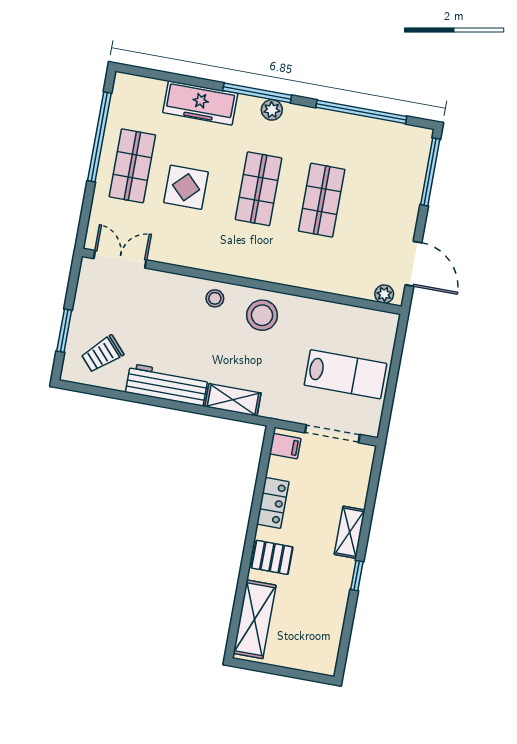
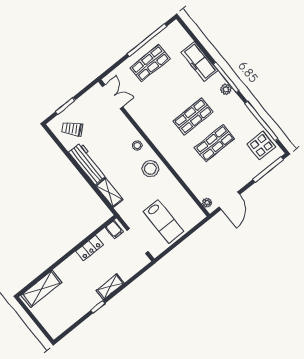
display table: (186, 187) -> (261, 145), moved
pallet: (272, 557) -> (70, 270), removed

